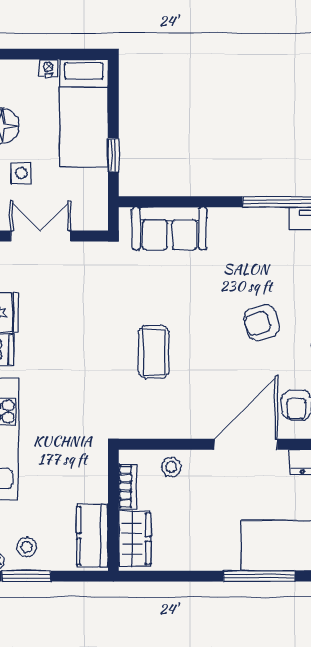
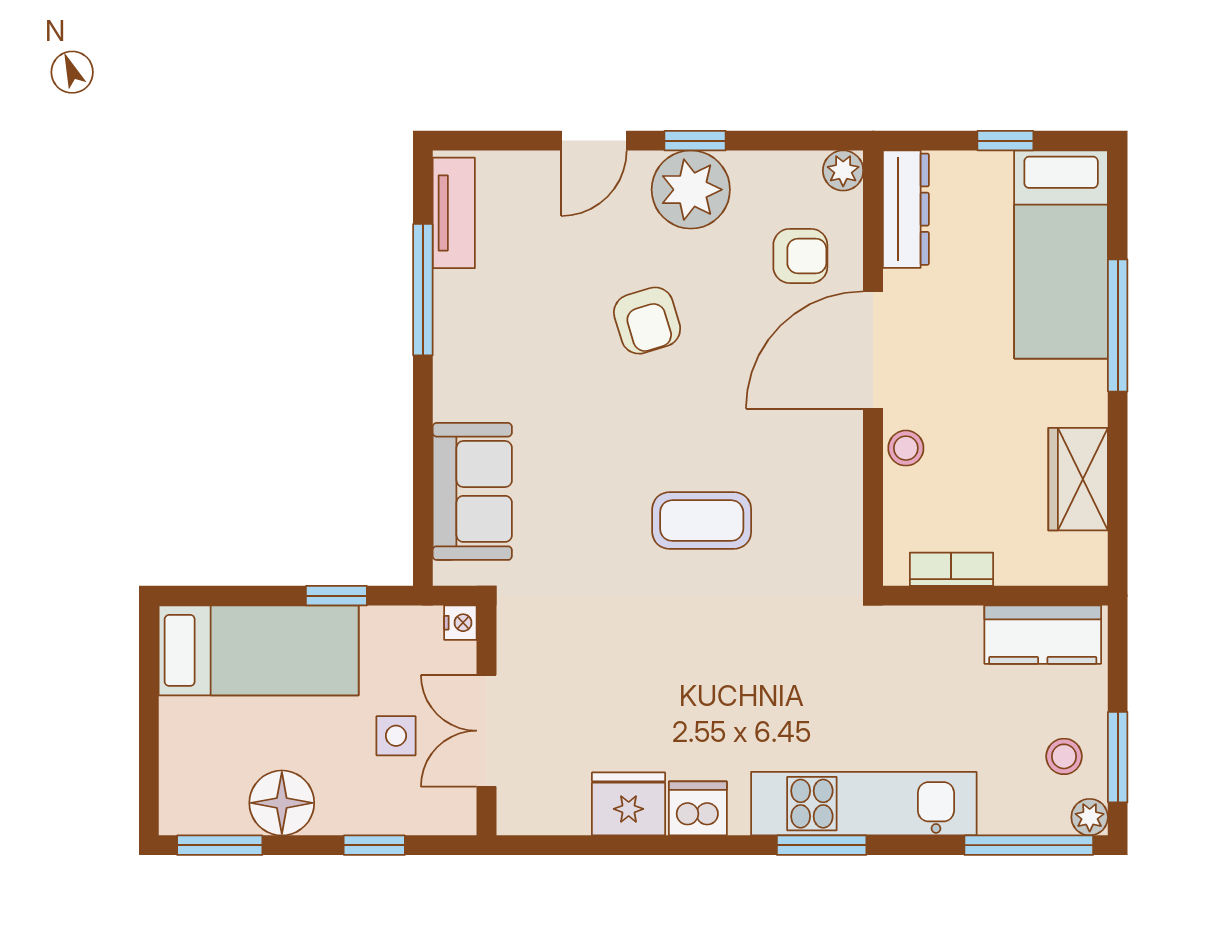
nightstand: (48, 68) -> (460, 623), moved, turned 180
side table: (21, 173) -> (396, 736), moved
door: (246, 444) -> (873, 350), hinge flipped
stool: (171, 467) -> (906, 448), moved
wardrobe: (135, 539) -> (1078, 479), moved, turned -90

